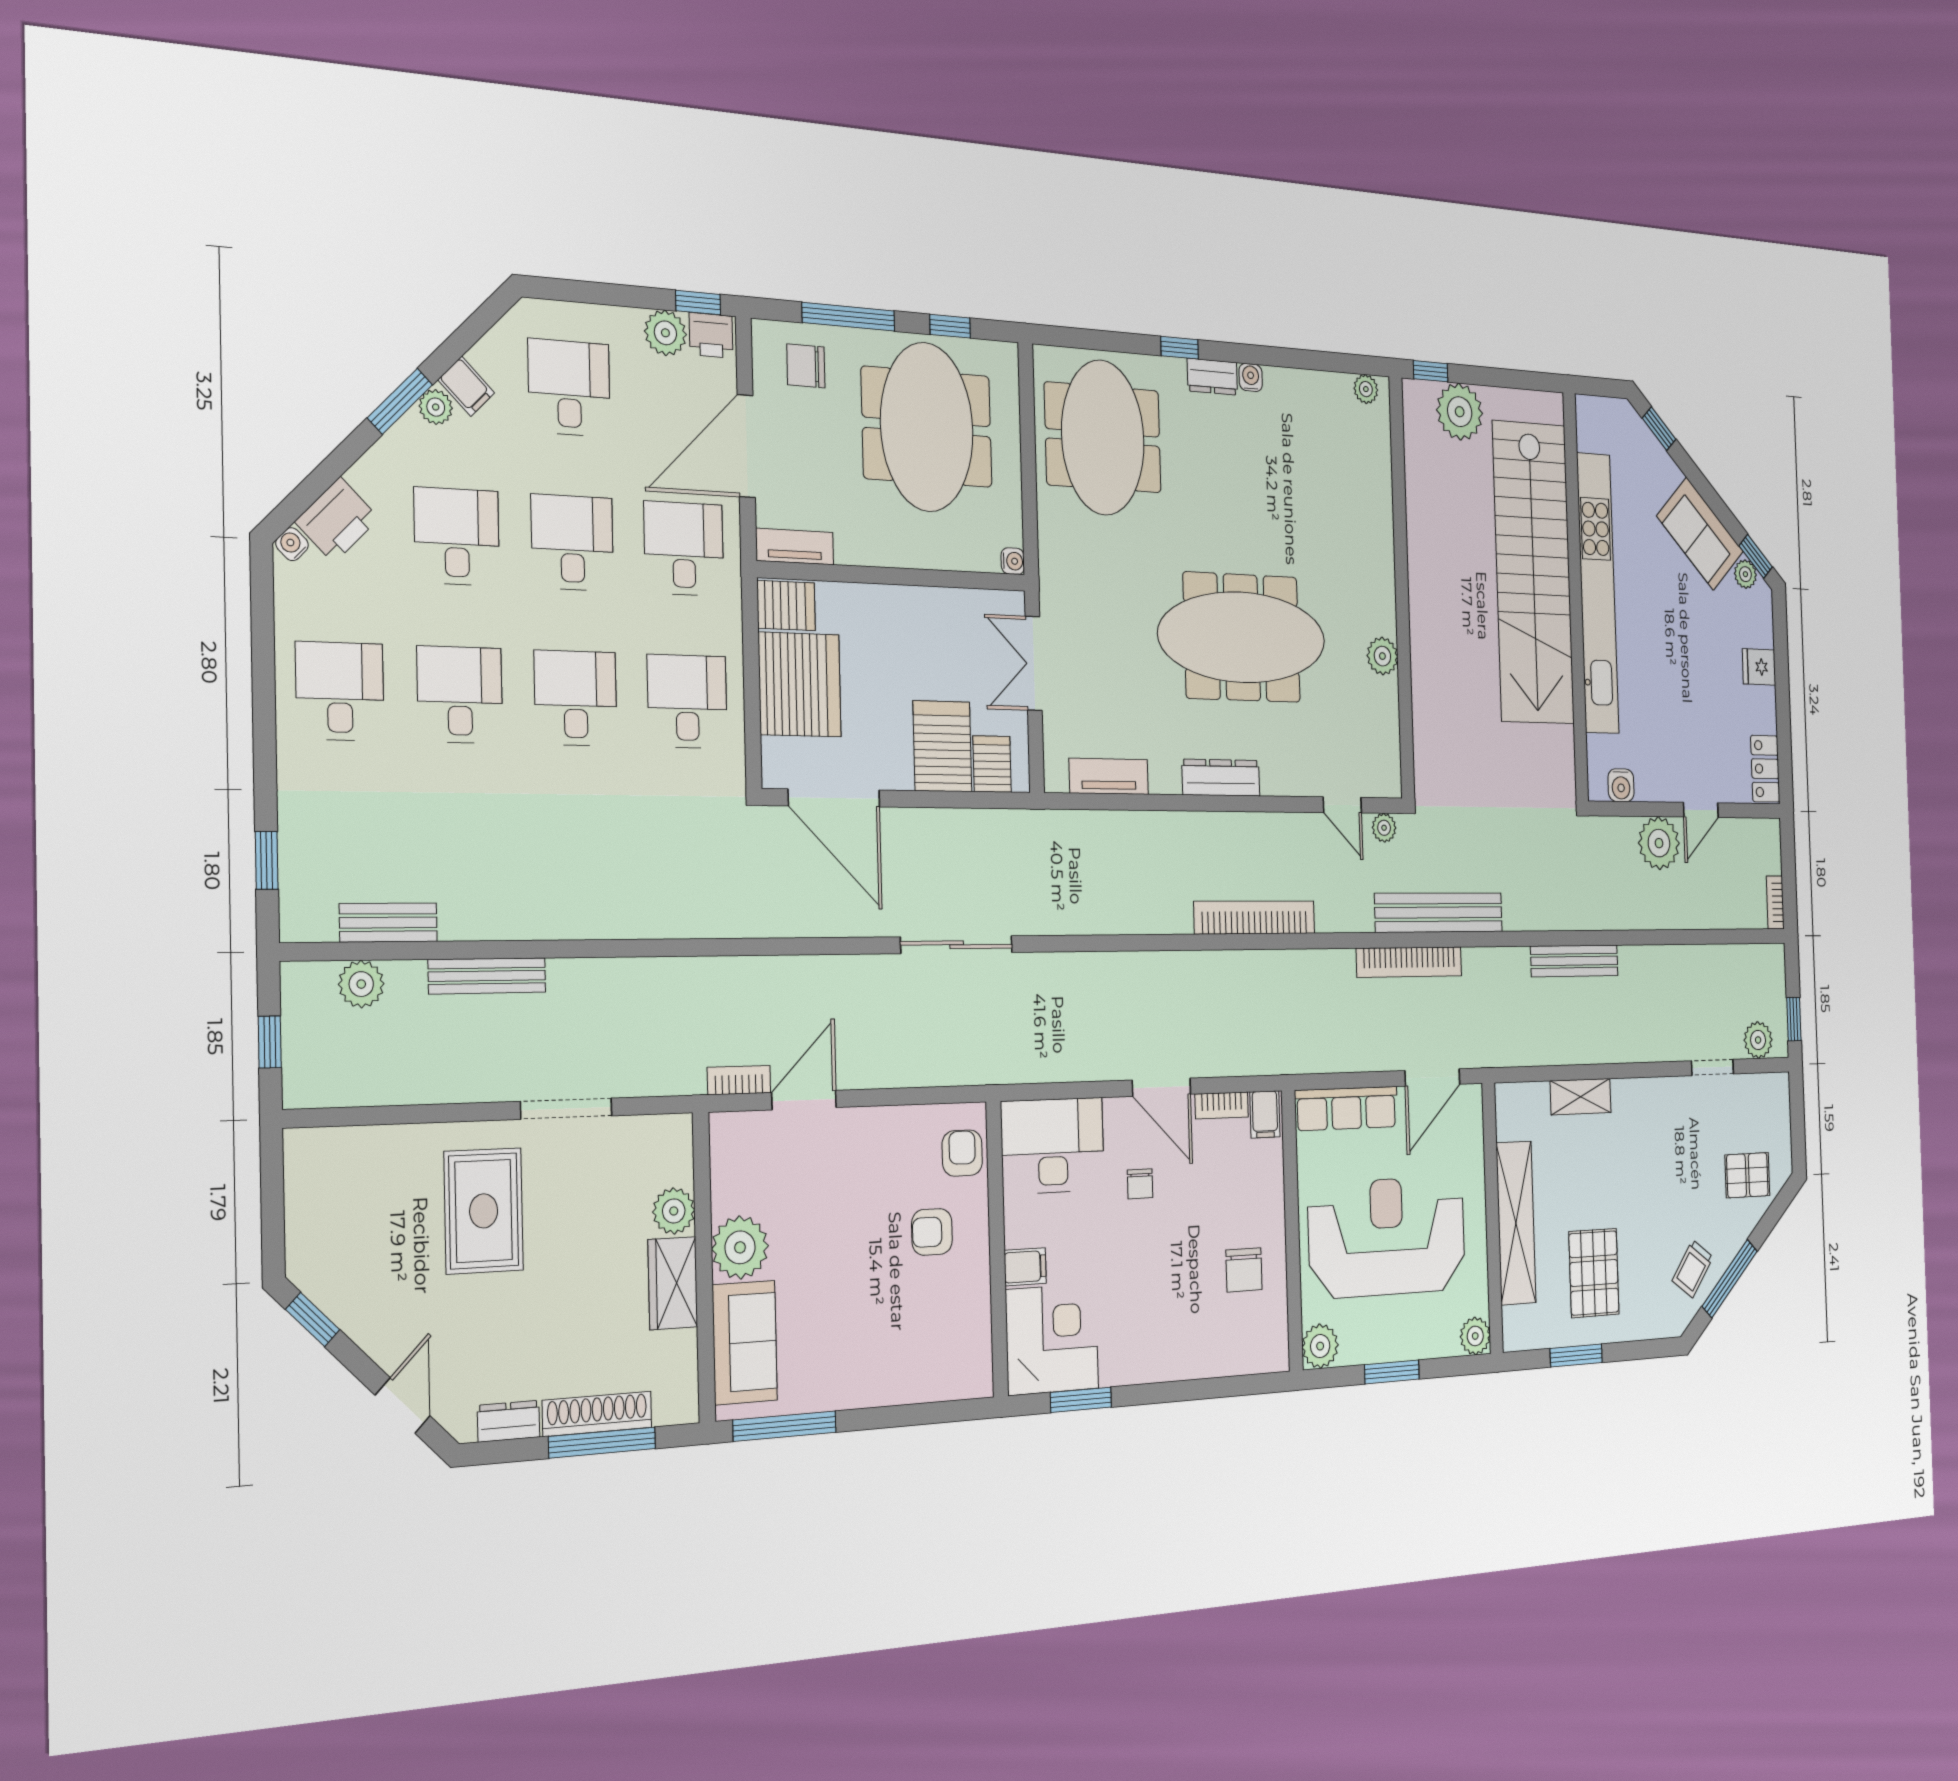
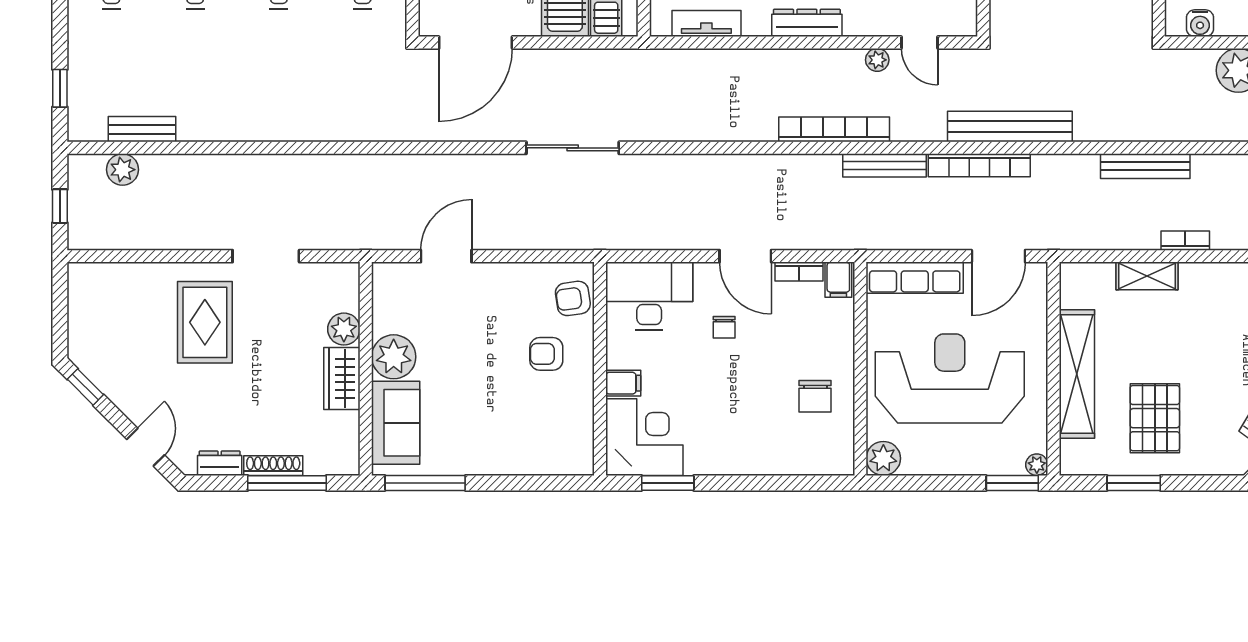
door: (834, 798) -> (476, 42), hinge flipped
plant: (1384, 828) -> (877, 60), moved
bench: (487, 976) -> (884, 165), moved
bookcase: (739, 1080) -> (1185, 241), moved
armchair: (962, 1153) -> (573, 298), turned -98
plant: (1475, 1336) -> (1037, 465), width x0.73, depth x0.73
window: (1392, 1372) -> (1012, 483), moved
shoe rack: (597, 1414) -> (273, 466), width x0.74, depth x0.81

